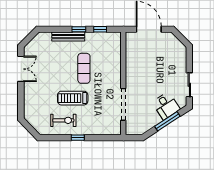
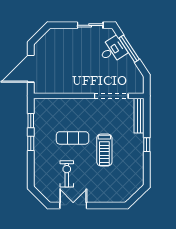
bench: (68, 37) -> (139, 116), moved
exercise bike: (63, 120) -> (67, 174), moved

